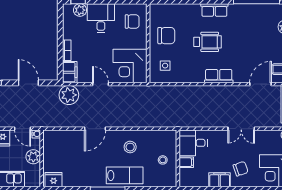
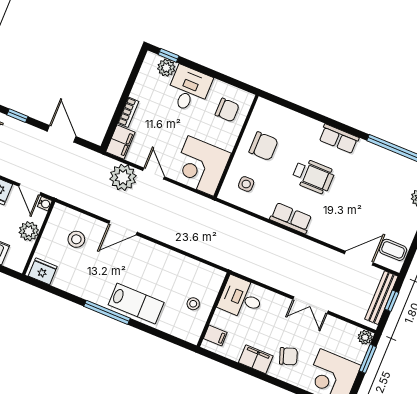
row of seats: (219, 76) -> (291, 218), moved
plant: (69, 95) -> (123, 177), moved
stool: (130, 147) -> (76, 239), moved
filing cabinet: (186, 162) -> (215, 336), moved

